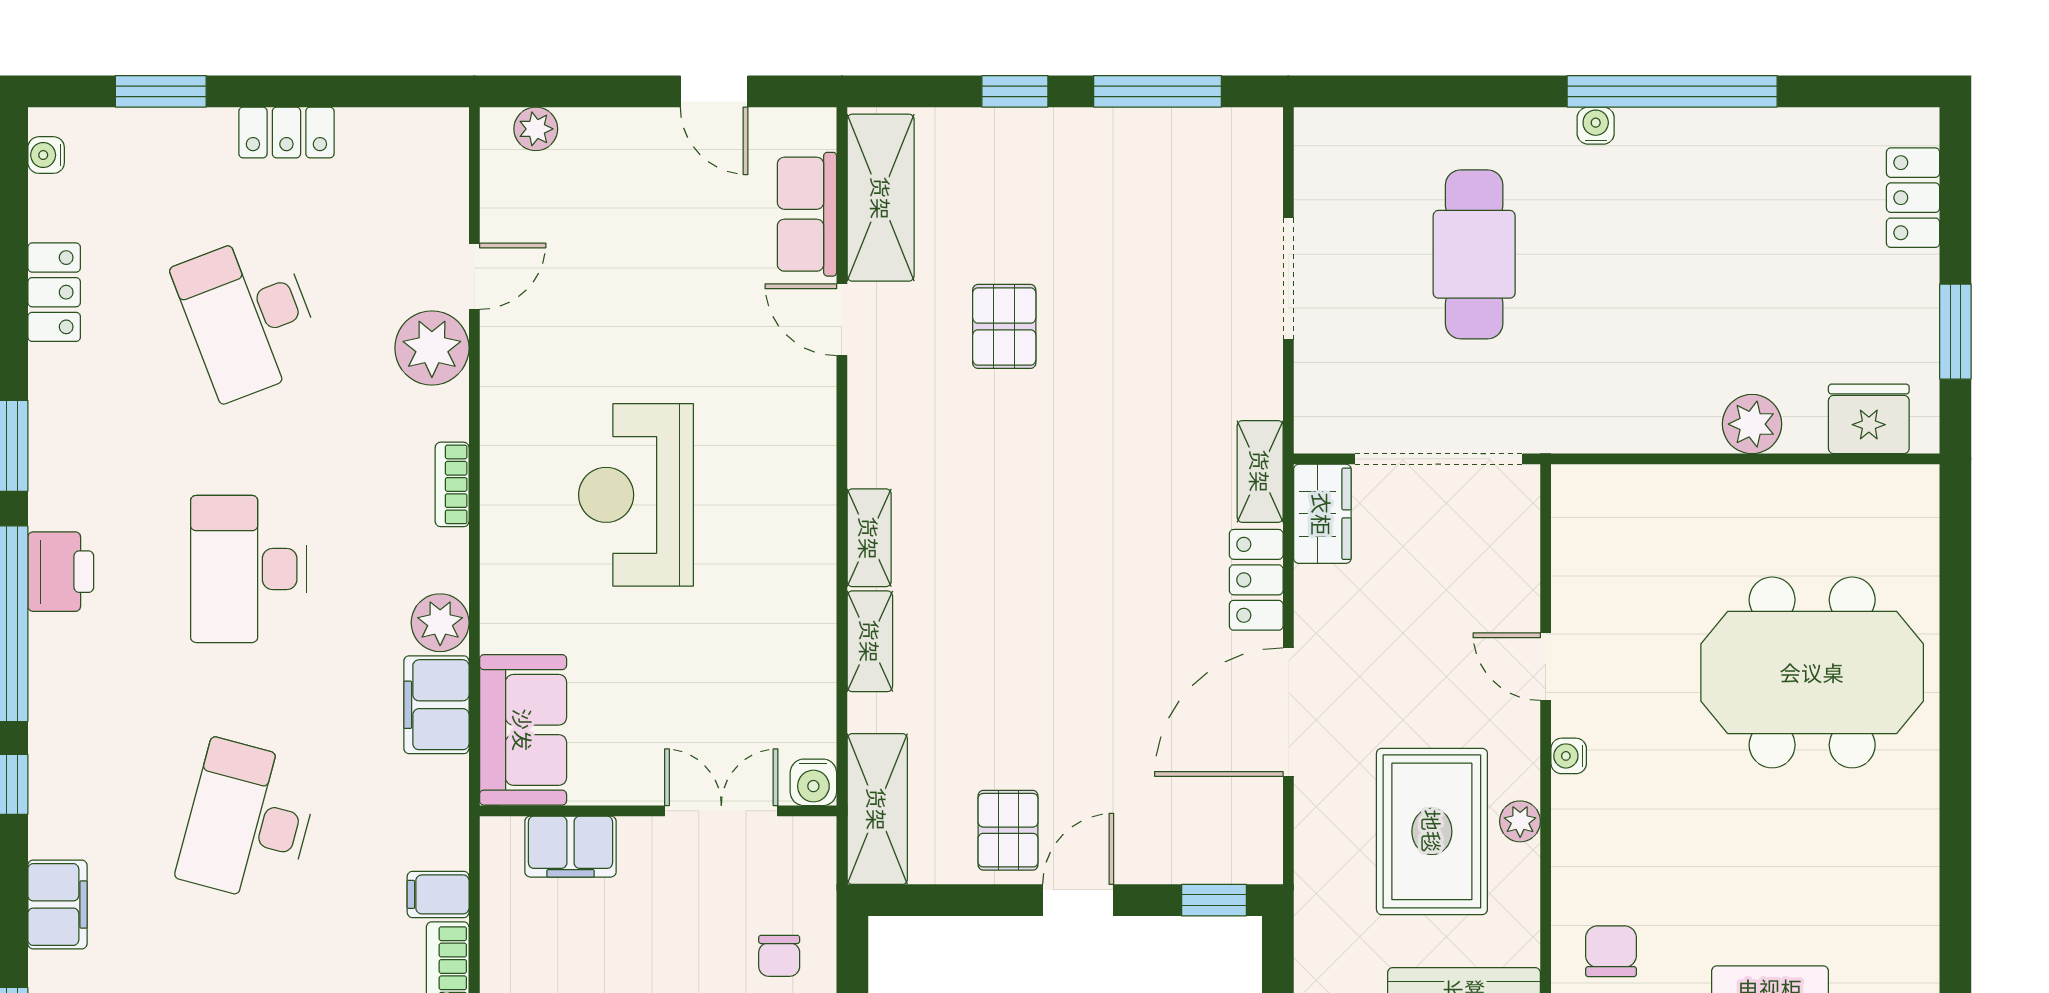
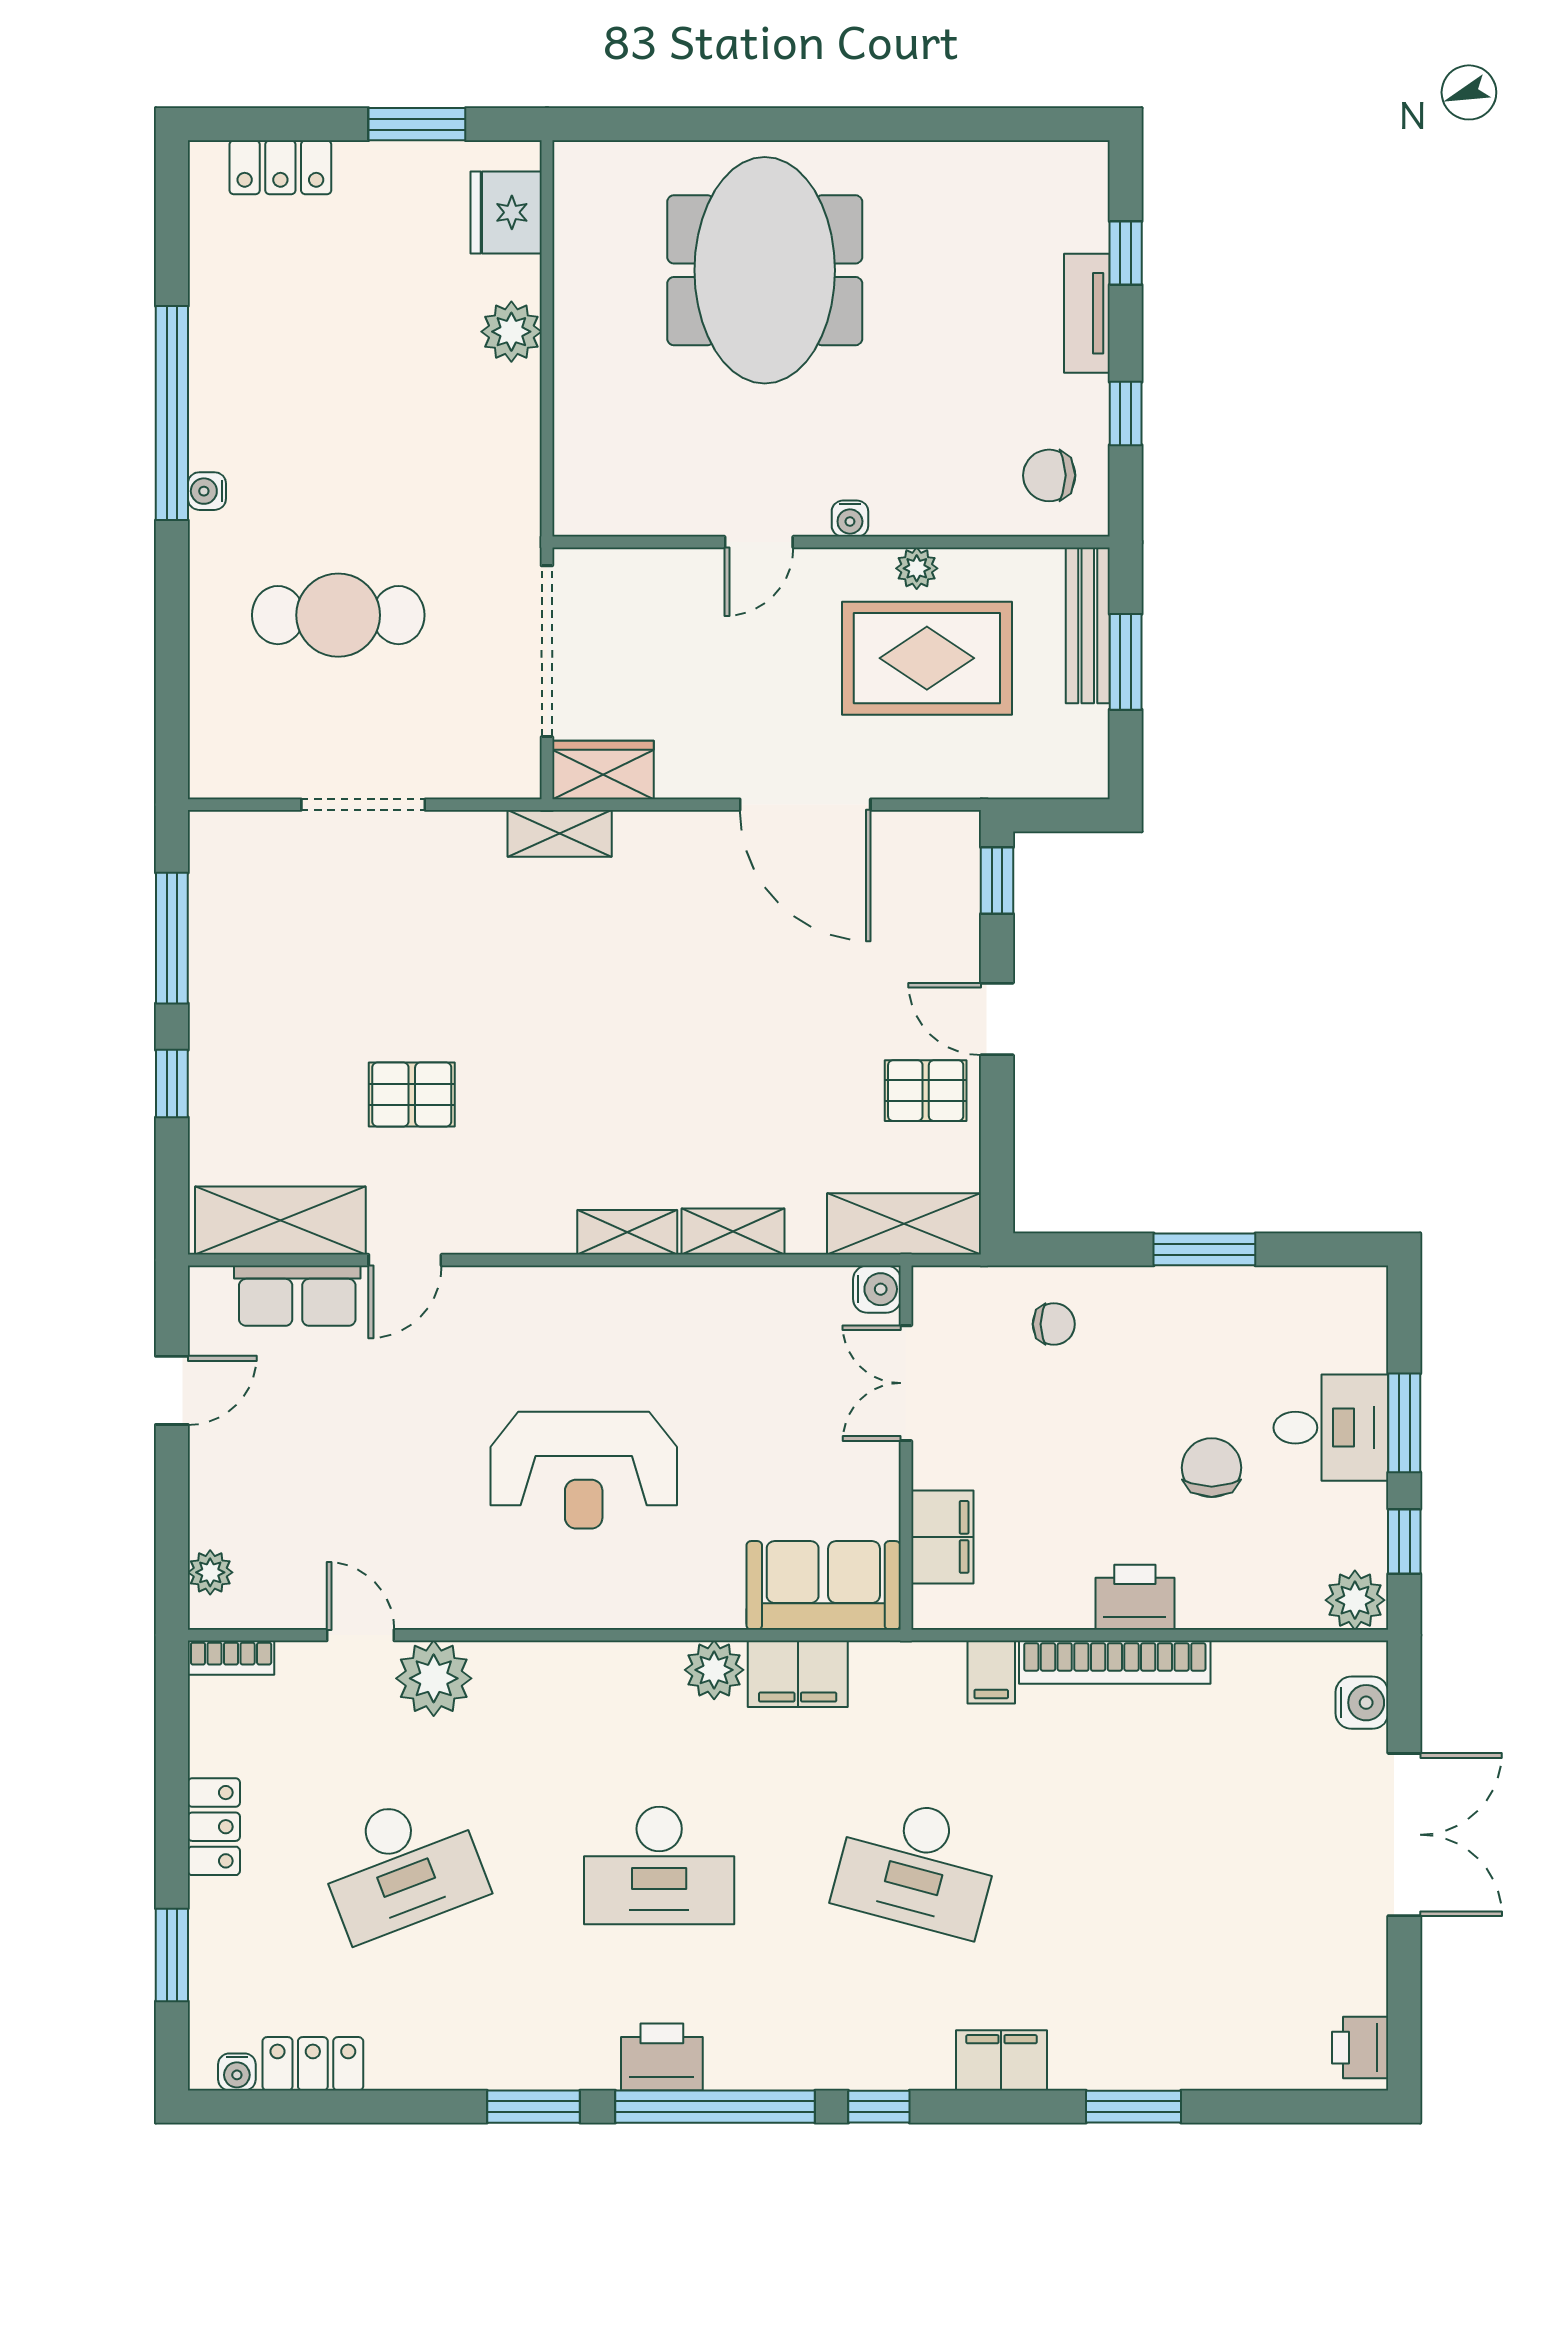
locker: (54, 292) -> (313, 2064), moved
bookcase: (452, 484) -> (231, 1658), moved
locker: (1256, 580) -> (670, 837), removed

